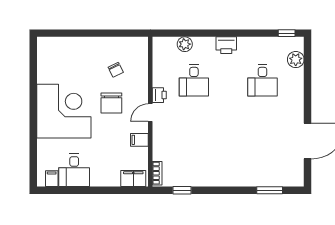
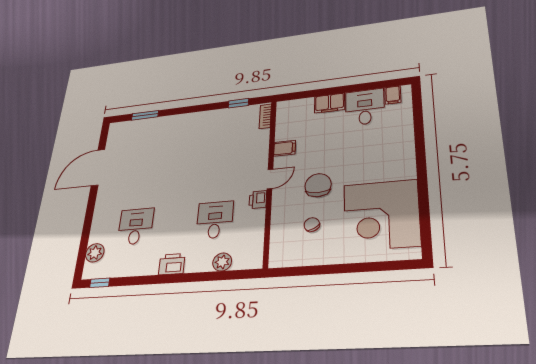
corner desk: (64, 111) -> (381, 215), moved
filing cabinet: (133, 179) -> (329, 103), moved

